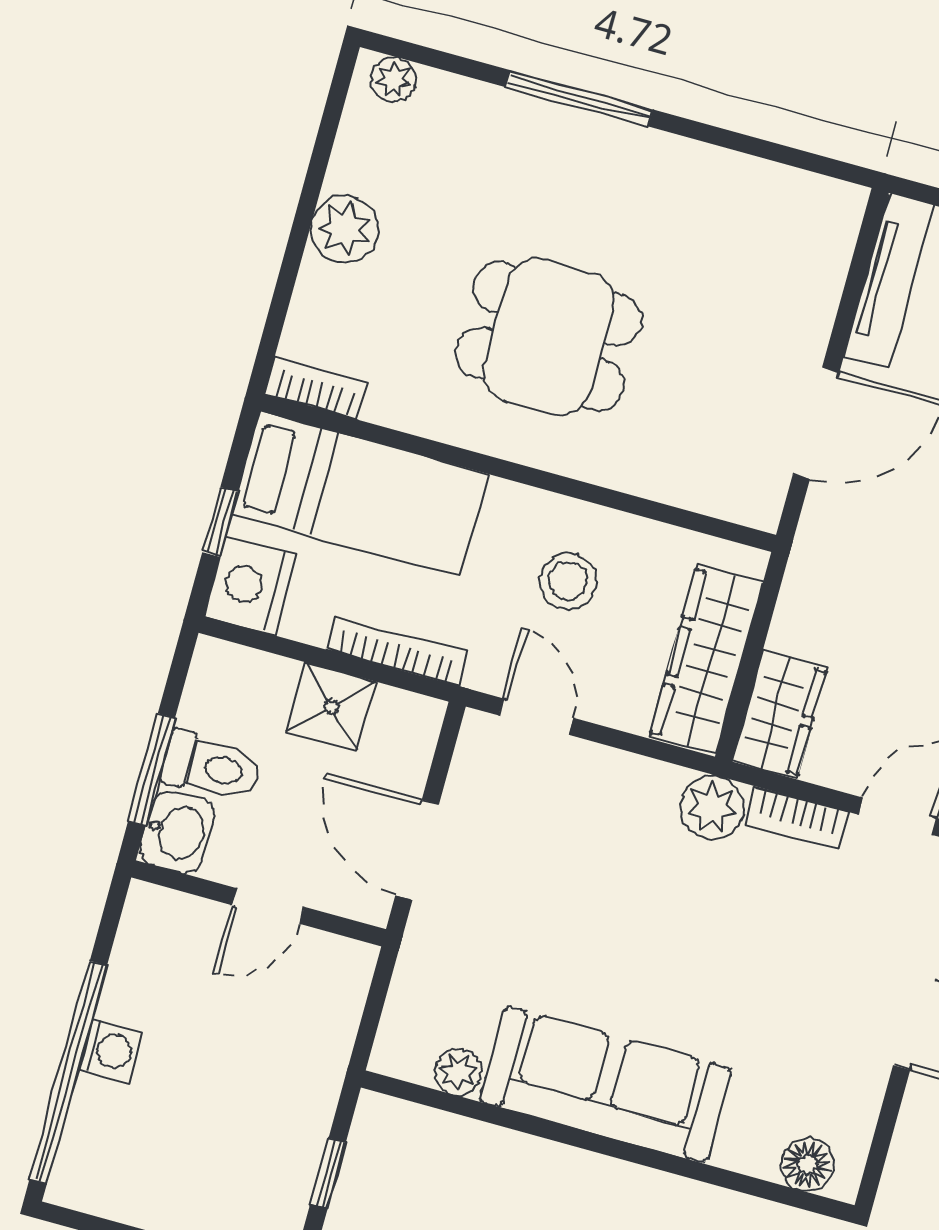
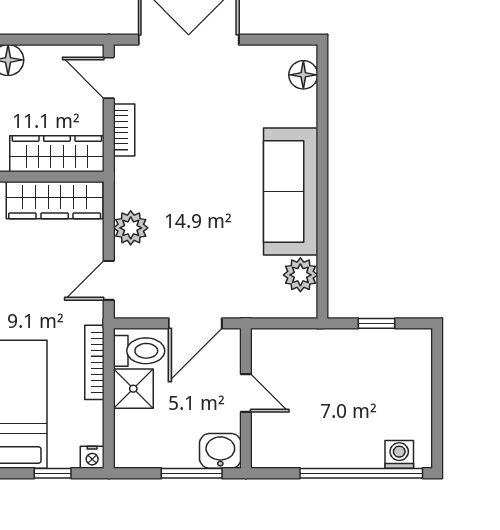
stool: (568, 581) -> (34, 283), removed
nightstand: (250, 586) -> (92, 457), width x0.53, depth x0.56
wardrobe: (780, 714) -> (57, 154), width x1.50
toilet: (211, 767) -> (139, 351), moved, turned 90
plant: (712, 807) -> (131, 228), moved
washing machine: (110, 1050) -> (399, 454), moved
plant: (458, 1072) -> (300, 275), width x1.38, depth x1.38

